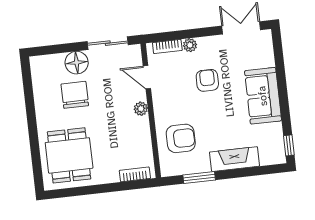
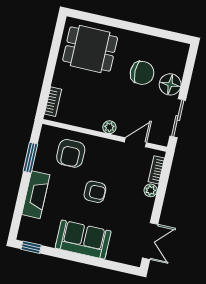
armchair: (207, 80) -> (95, 192), moved

